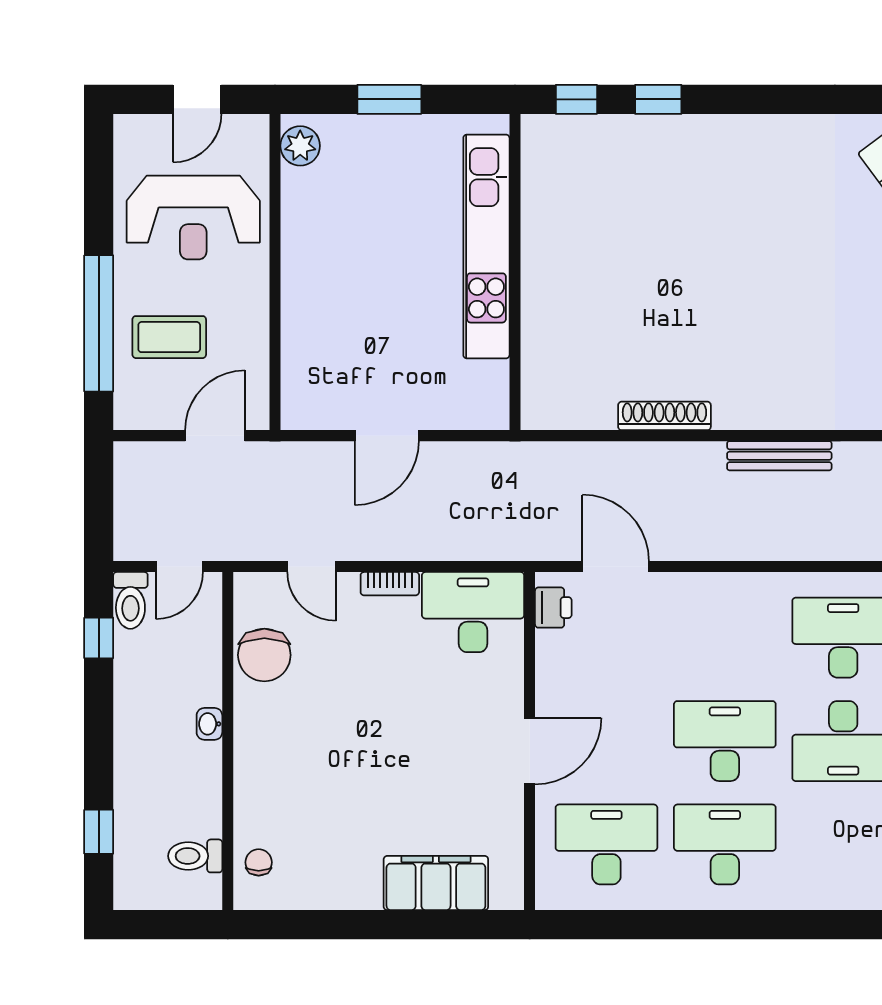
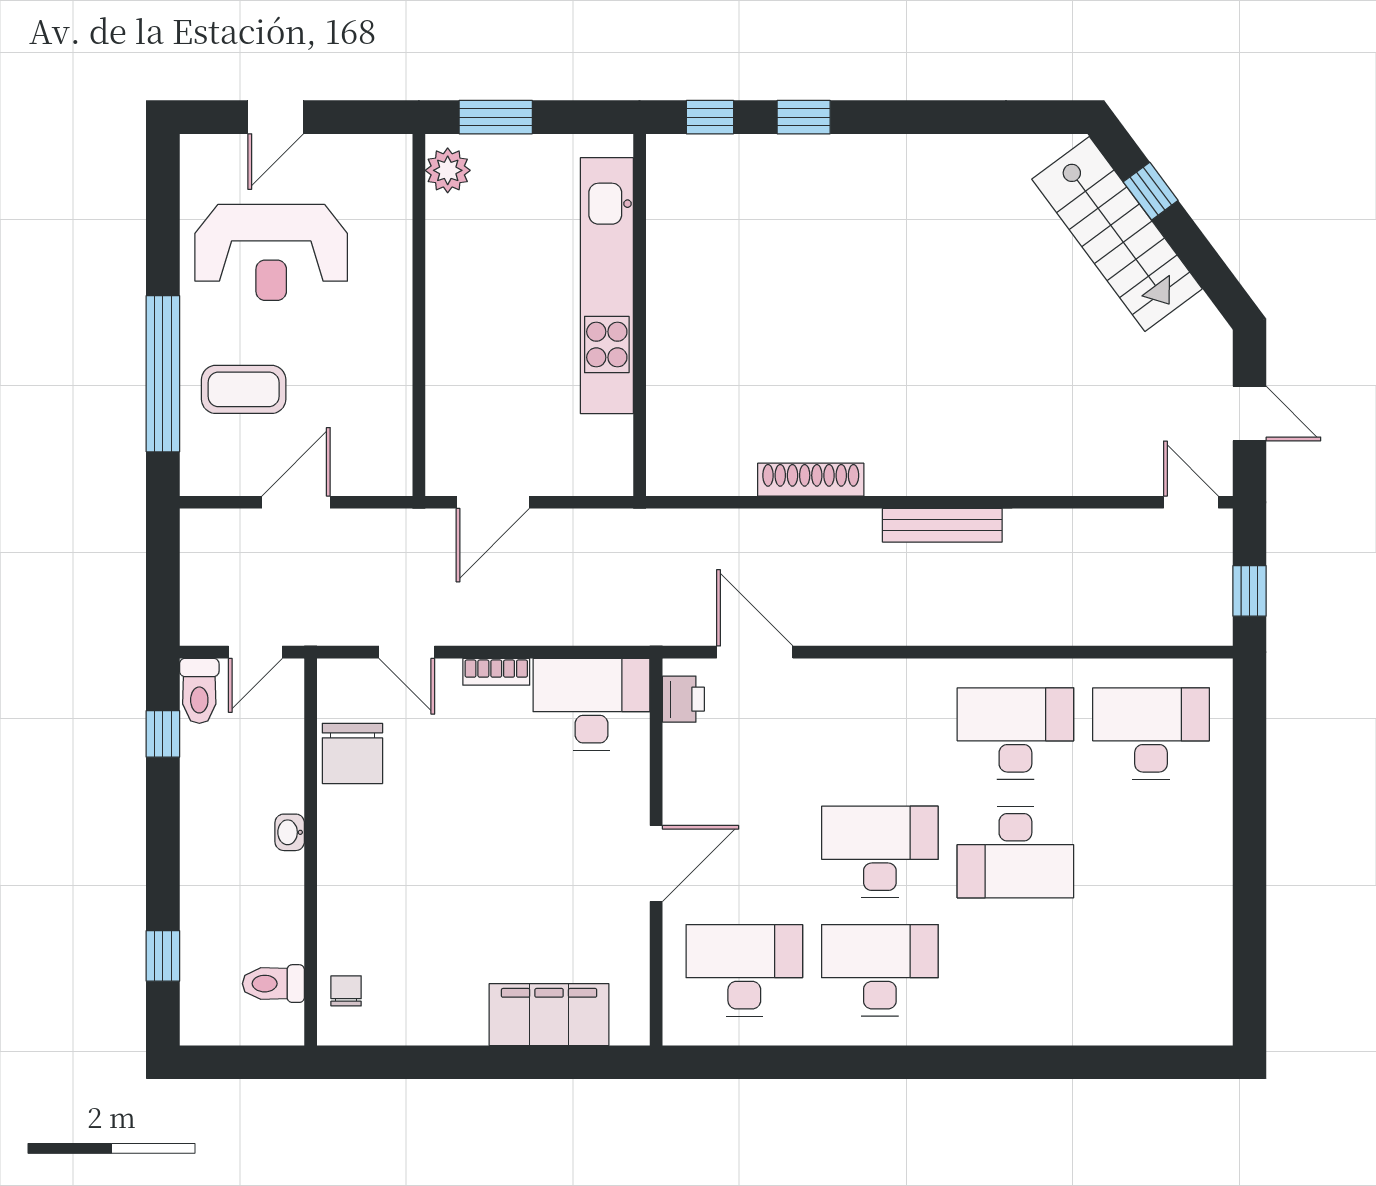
plant: (300, 146) -> (448, 170), moved
wall: (275, 272) -> (419, 315), moved

